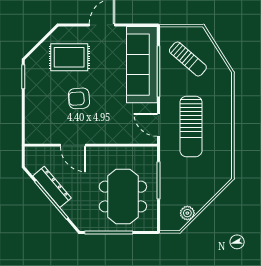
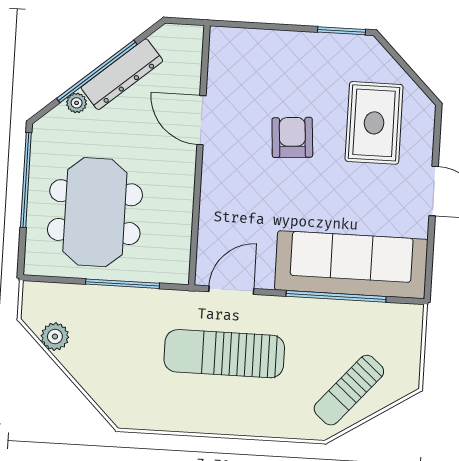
sun lounger: (188, 59) -> (349, 390), moved
door: (73, 145) -> (201, 120), hinge flipped
meeting table: (123, 197) -> (95, 212), turned 90
plant: (68, 209) -> (77, 103), added

